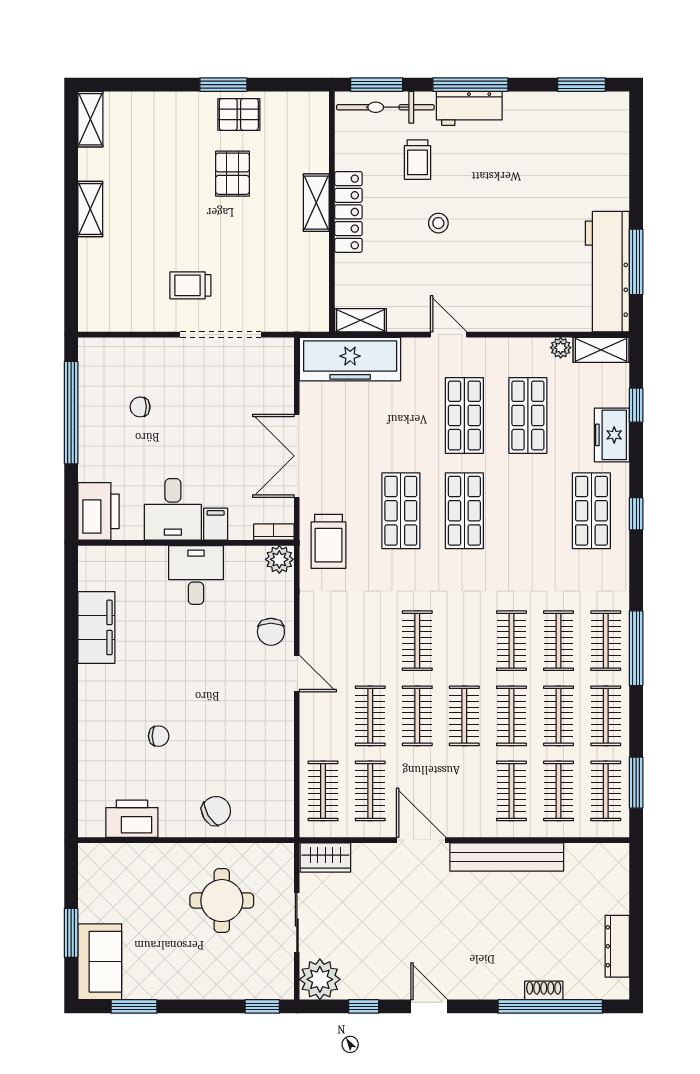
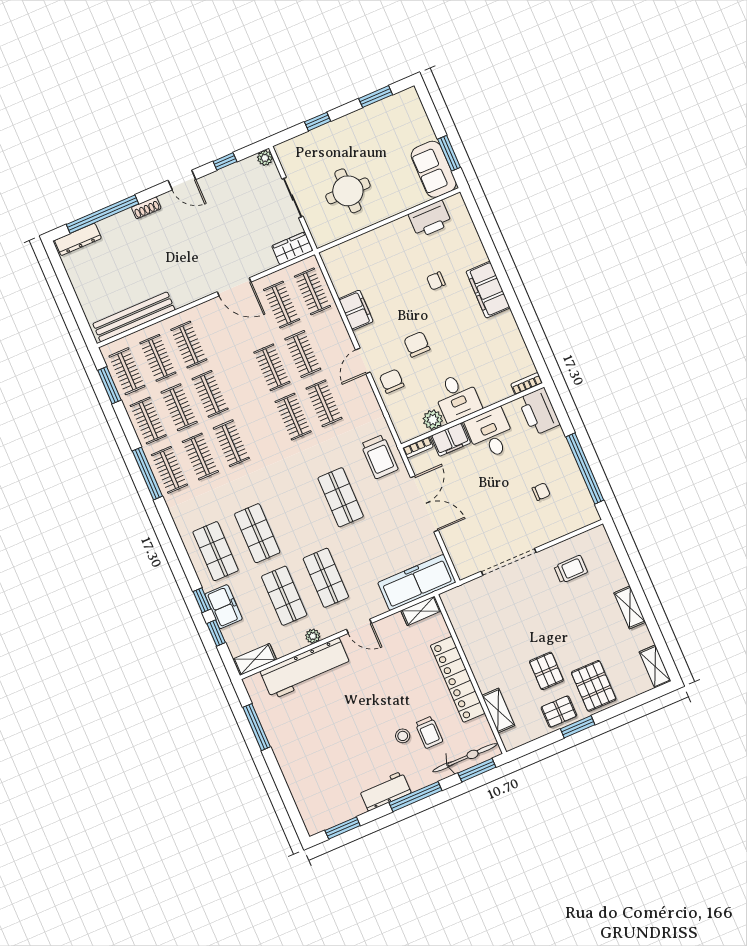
workbench: (469, 108) -> (385, 791), moved
pallet: (180, 128) -> (594, 686), added
trolley: (417, 160) -> (429, 732), turned 180
shelving: (316, 203) -> (498, 711), moved
locker: (348, 212) -> (458, 679), width x1.41, depth x1.21
stool: (438, 223) -> (403, 736), moved
workbench: (607, 272) -> (305, 669), moved, turned 90
trolley: (190, 285) -> (571, 569), moved
plant: (561, 348) -> (313, 636), moved
shop shelf: (464, 511) -> (257, 533), moved
window: (636, 514) -> (202, 600), moved
filing cabinet: (216, 524) -> (451, 439), width x2.00
trolley: (329, 541) -> (379, 457), turned 180
bookcase: (99, 554) -> (527, 384), added
plant: (279, 559) -> (433, 420), moved
filing cabinet: (96, 627) -> (488, 290), moved
door: (297, 673) -> (363, 361), hinge flipped
clothes rail: (464, 716) -> (324, 403), moved
filing cabinet: (278, 743) -> (356, 310), added
chair: (216, 811) -> (417, 344), moved, turned 121
bench: (507, 857) -> (134, 317), moved
window: (71, 933) -> (449, 153), moved
dresser: (617, 946) -> (78, 239), moved, turned 90
sofa: (100, 962) -> (434, 169), moved
plant: (320, 979) -> (265, 158), width x0.53, depth x0.53
shoe rack: (544, 990) -> (146, 208), moved
window: (262, 1006) -> (318, 122), moved

